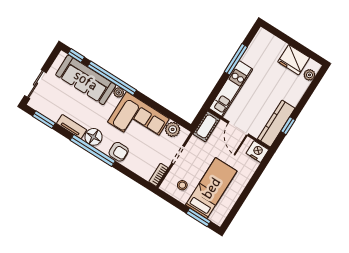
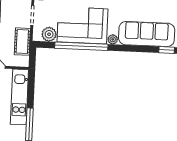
window: (112, 78) -> (81, 46), moved
cot: (206, 126) -> (22, 42), moved

